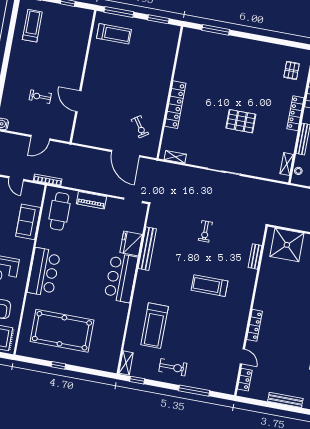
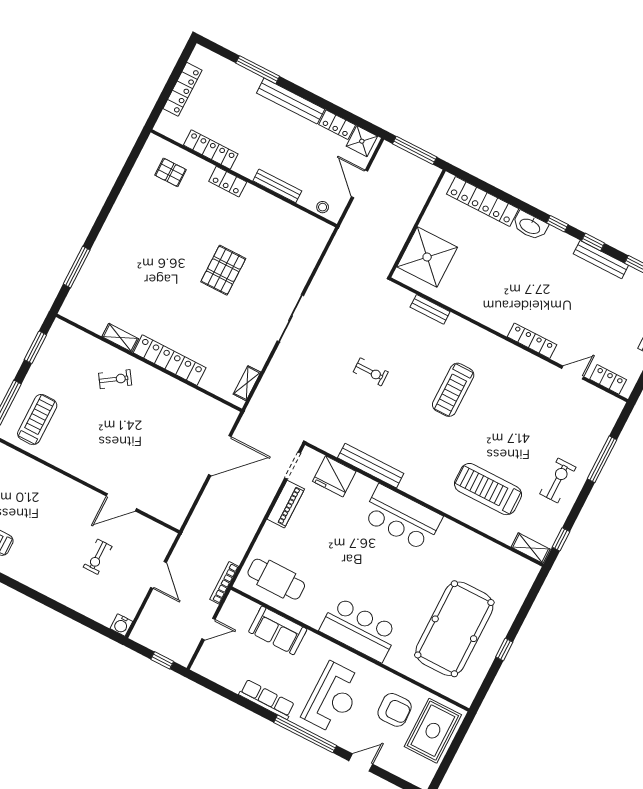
locker: (295, 113) -> (228, 182), width x0.66
exercise bike: (140, 127) -> (115, 379), moved
shelving: (287, 164) -> (120, 338), moved
piano: (91, 200) -> (286, 504), moved
fridge: (131, 244) -> (334, 476), moved
treadmill: (155, 326) -> (488, 489), turned 180

